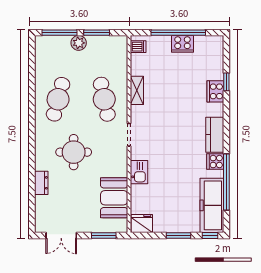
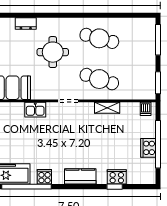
window: (97, 33) -> (158, 83), moved
plant: (79, 43) -> (149, 57), removed
cooker: (215, 91) -> (117, 177), moved
cafe table: (104, 99) -> (99, 79), turned 30
kitchen counter: (215, 135) -> (80, 176), moved

